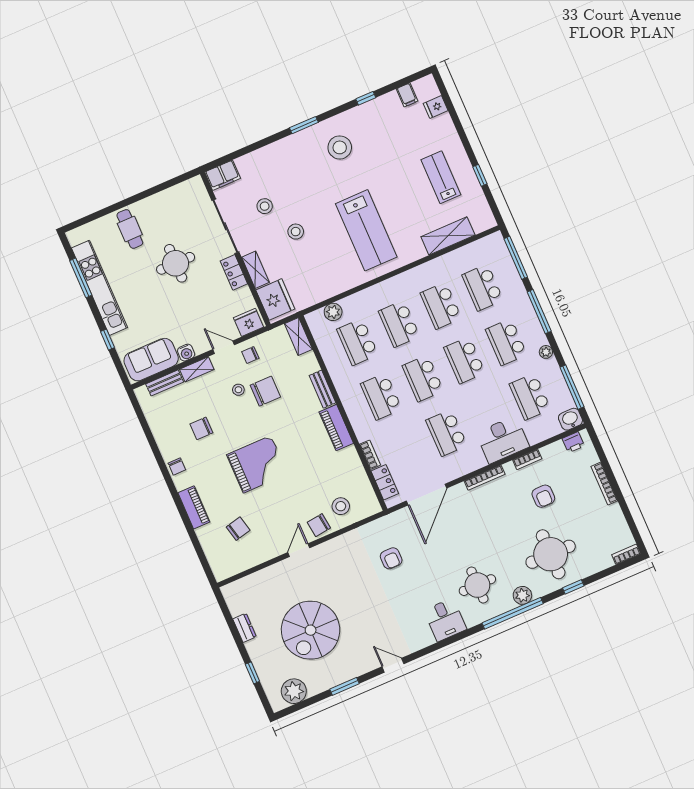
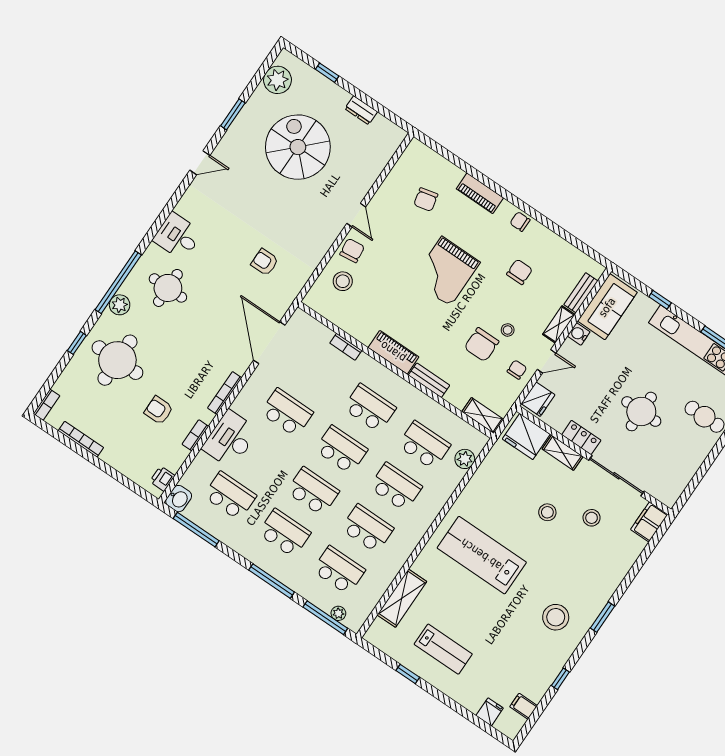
plant: (546, 352) -> (338, 613), moved
locker: (385, 482) -> (316, 330), removed
bookcase: (604, 484) -> (81, 439), moved

